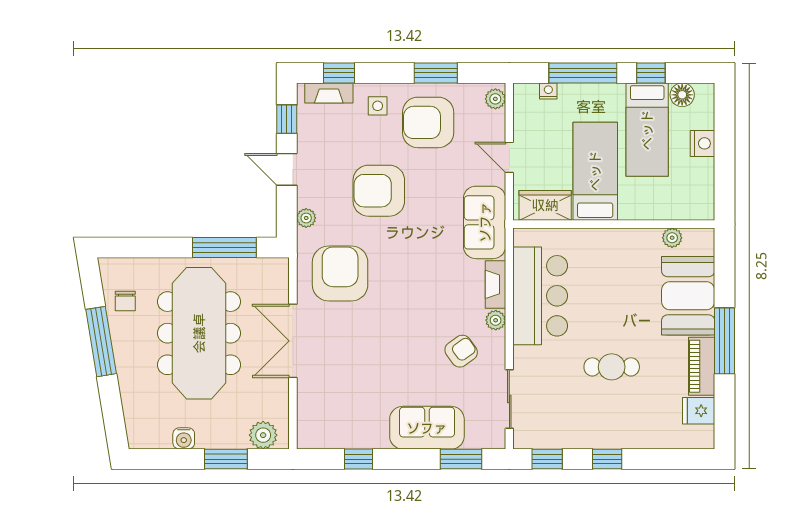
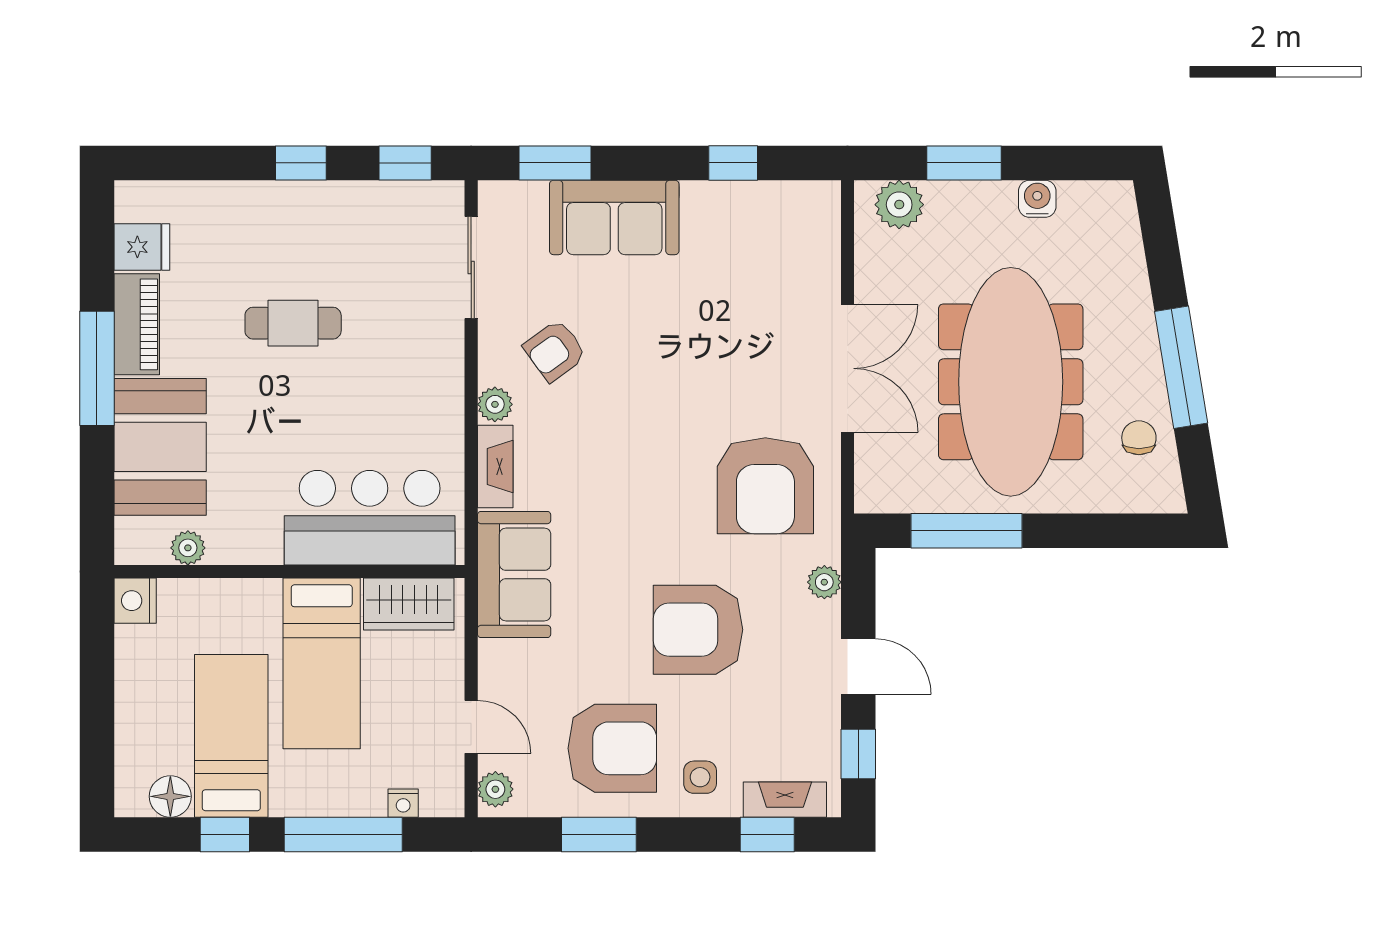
nightstand: (703, 143) -> (135, 601), moved
door: (509, 157) -> (471, 727), moved
armchair: (379, 191) -> (698, 630), turned 180
bar counter: (540, 296) -> (370, 518), moved, turned 90

